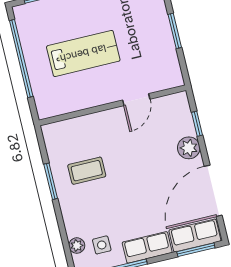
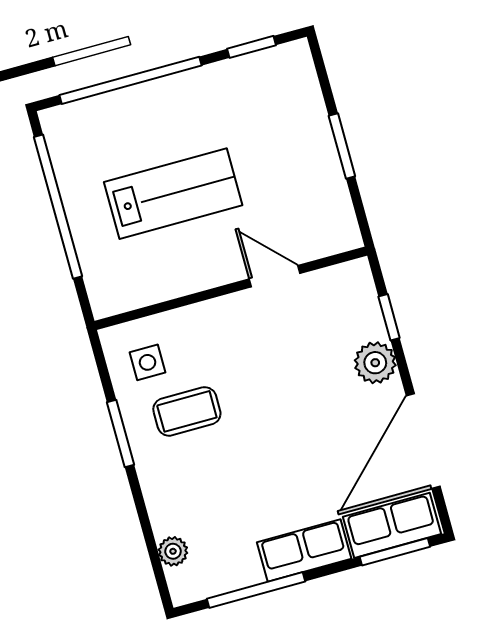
door: (136, 100) -> (275, 276), swing flipped
side table: (102, 245) -> (147, 362), moved

